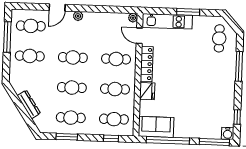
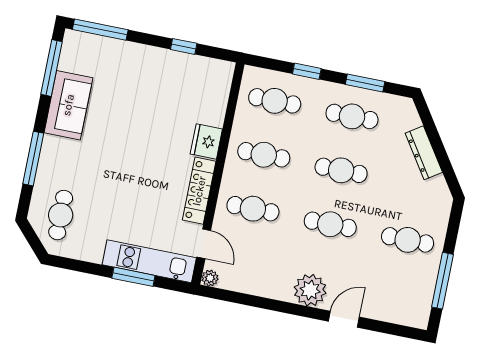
window: (188, 12) -> (133, 277), moved
plant: (78, 16) -> (310, 290), width x1.88, depth x1.88
cafe table: (31, 26) -> (397, 294), removed
window: (237, 117) -> (52, 68), width x2.17
sofa: (156, 127) -> (68, 105), moved, turned -90
water cooler: (228, 133) -> (74, 41), removed
window: (111, 138) -> (307, 71), moved
window: (168, 140) -> (184, 46), width x0.32

